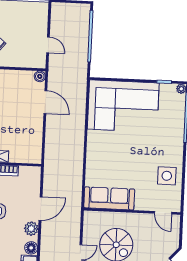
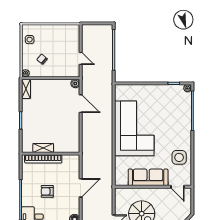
corner sofa: (123, 106) -> (134, 128), moved, turned -90
sofa: (109, 198) -> (148, 177), moved
plant: (31, 229) -> (74, 204), removed

